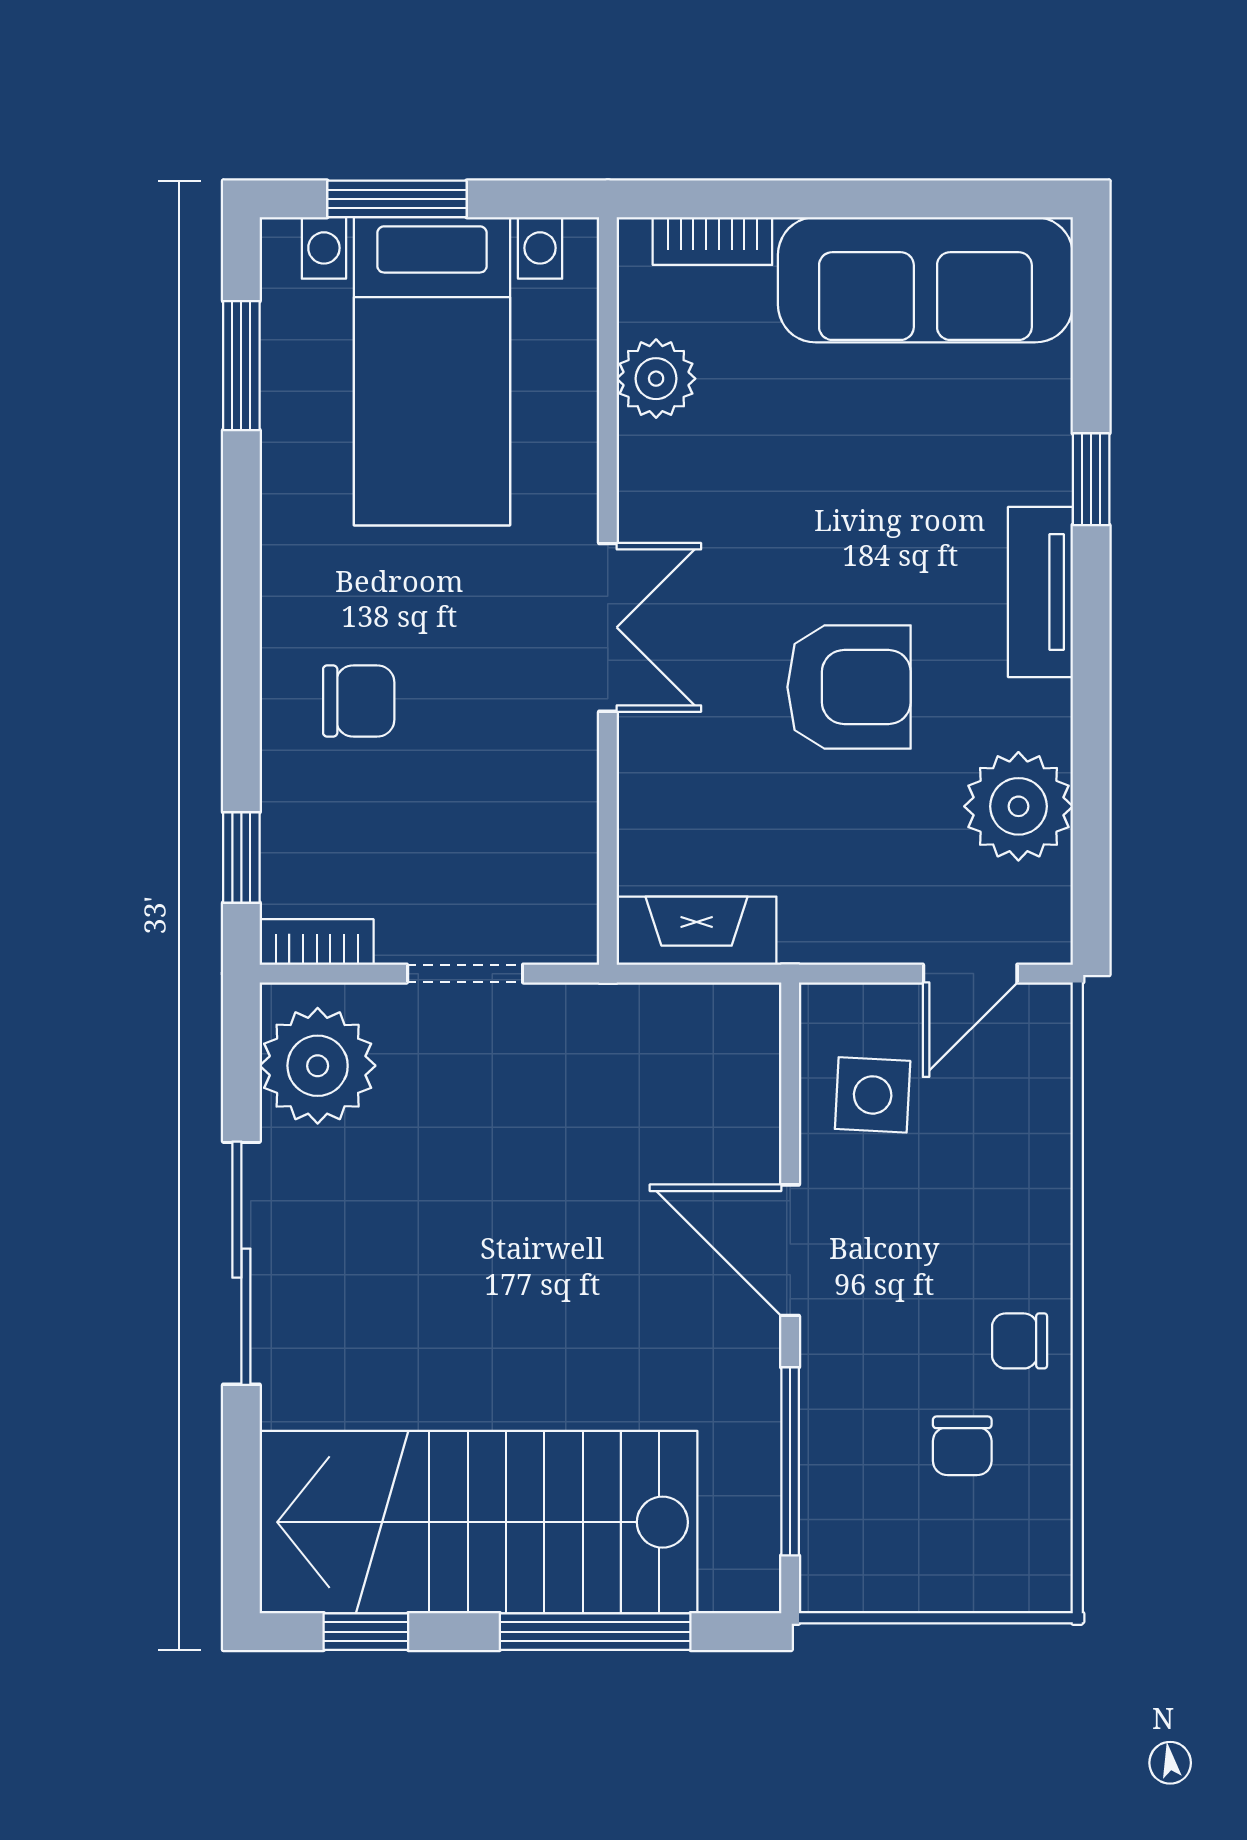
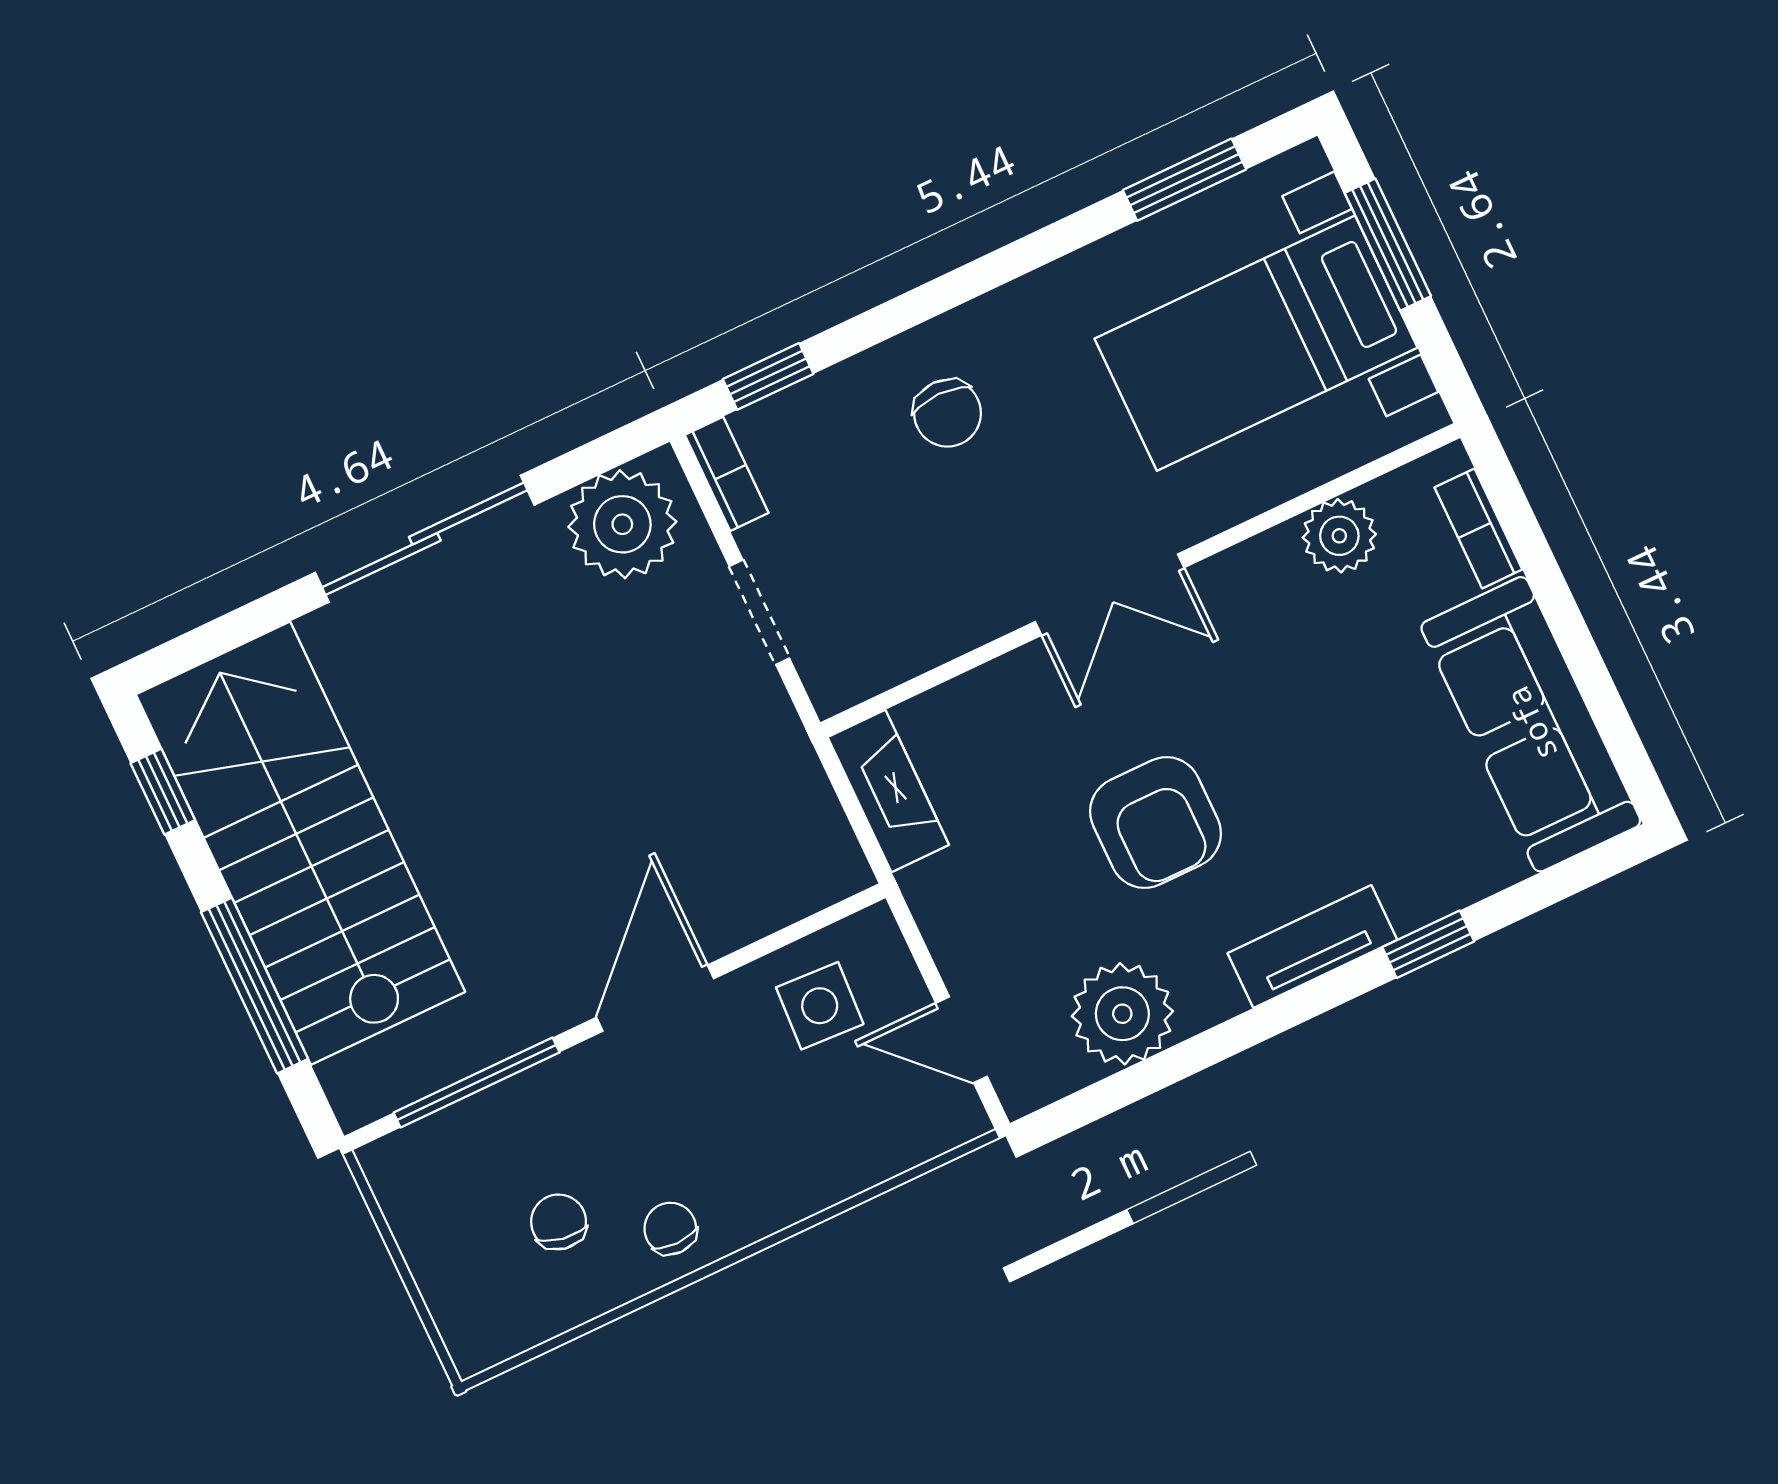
chair: (962, 1446) -> (559, 1222), turned 100

